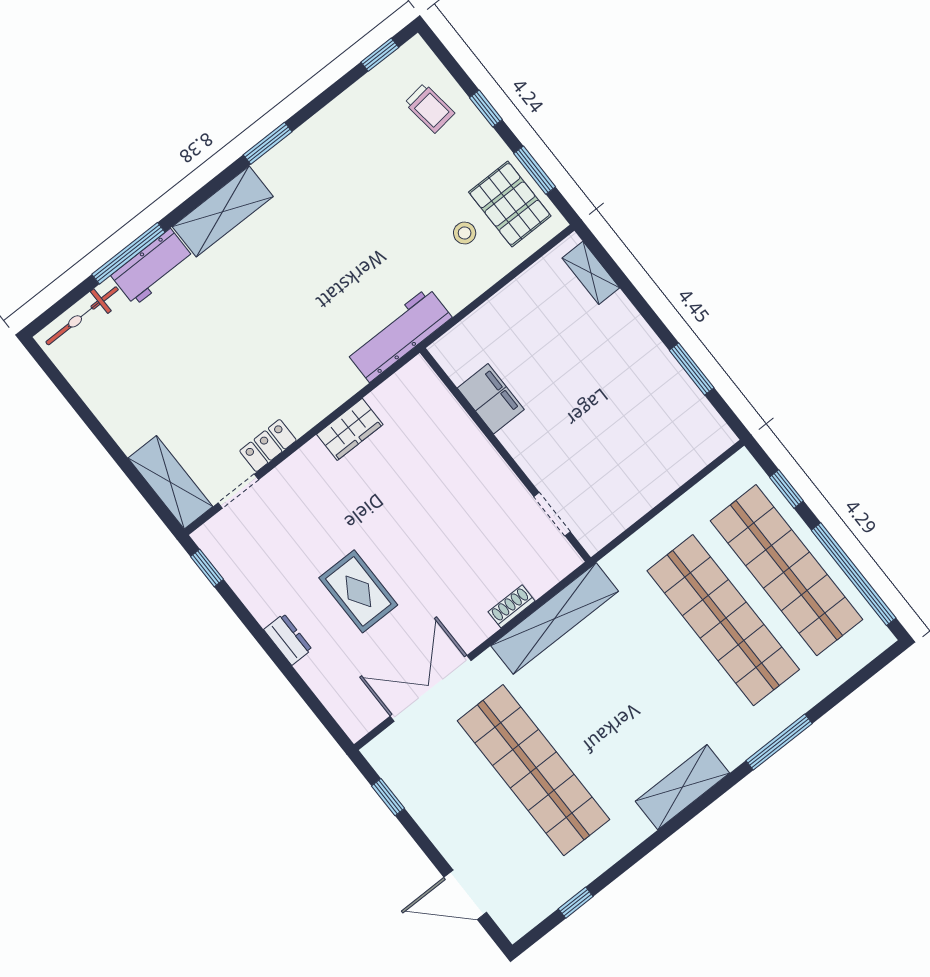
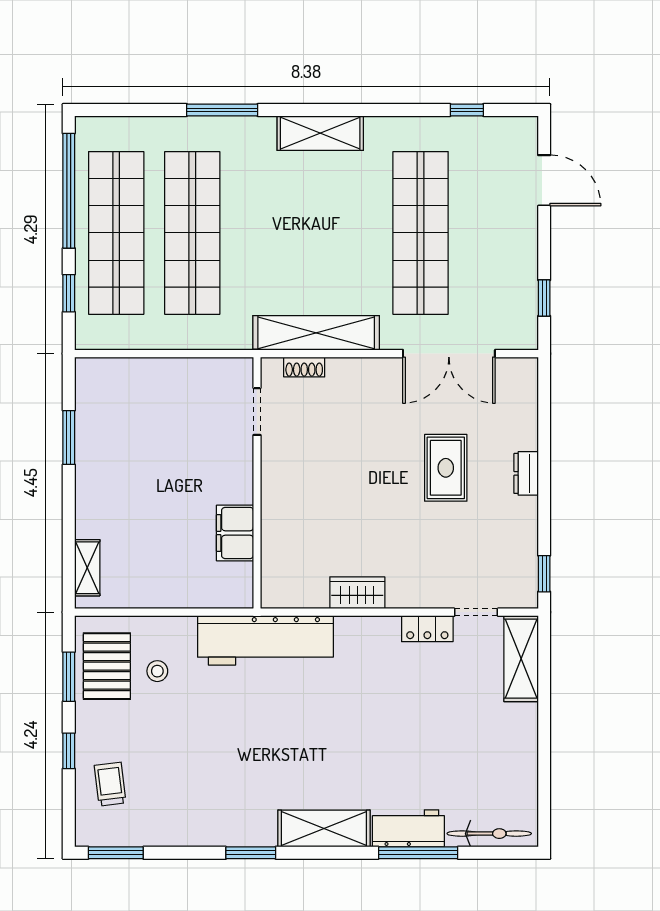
window: (380, 55) -> (116, 853), width x1.50
workbench: (399, 335) -> (265, 640), width x1.36, depth x1.32
shoe rack: (512, 606) -> (304, 367), moved

